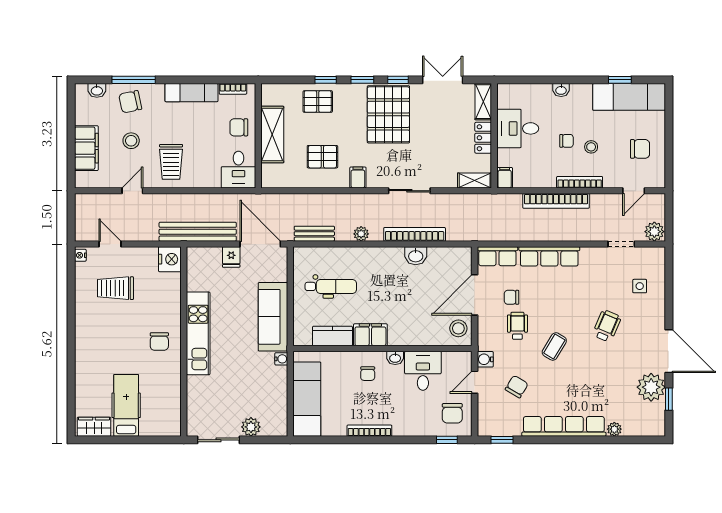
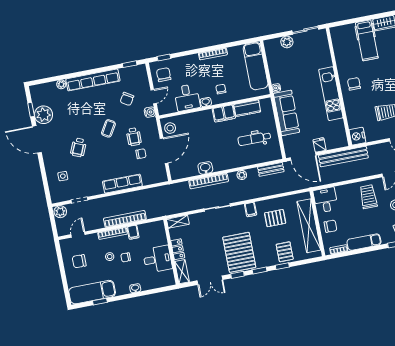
pallet: (318, 102) -> (285, 252), turned 90
shelving: (272, 135) -> (309, 226), width x1.47
filing cabinet: (505, 178) -> (133, 232), moved
row of seats: (497, 256) -> (155, 178), removed

